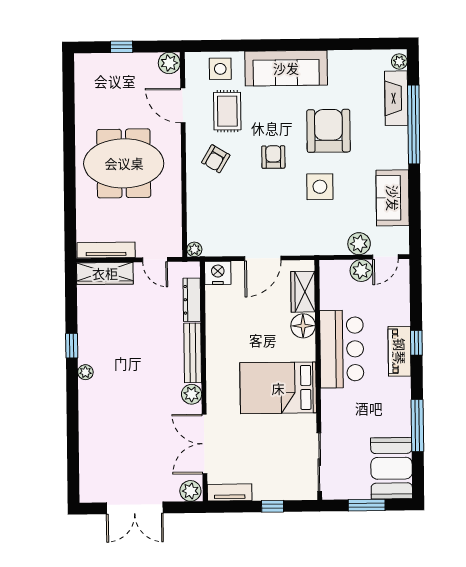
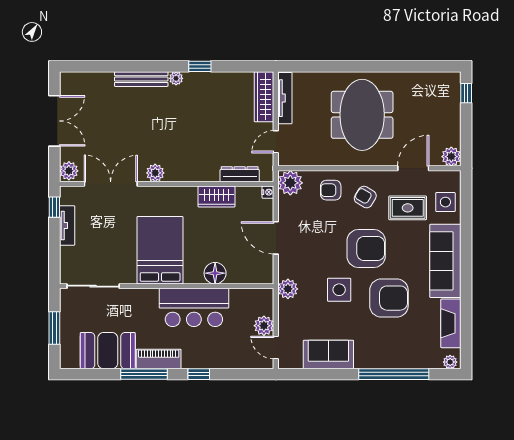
window: (122, 47) -> (466, 93), moved
fireplace: (396, 98) -> (451, 323), moved, turned -90
armchair: (273, 157) -> (366, 248), width x1.88, depth x1.88
armchair: (209, 197) -> (331, 190), added
plant: (359, 244) -> (288, 289), moved
plant: (194, 249) -> (290, 183), width x1.88, depth x1.88
nightstand: (218, 273) -> (268, 192), width x0.53, depth x0.56
wardrobe: (303, 292) -> (216, 197), moved, turned 180
piano: (400, 351) -> (159, 359), moved
bench: (193, 353) -> (141, 79), moved
window: (417, 426) -> (144, 374), moved
booth: (392, 468) -> (108, 351), moved
tv unit: (230, 492) -> (67, 225), moved
window: (273, 506) -> (54, 207), moved
double door: (135, 508) -> (54, 121), swing flipped

